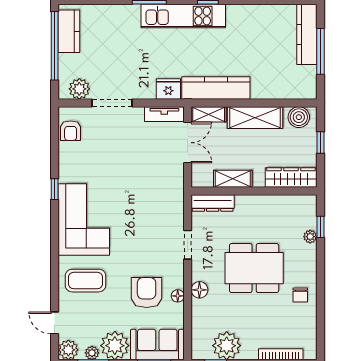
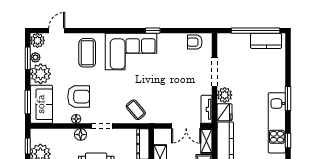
plant: (79, 89) -> (225, 95), moved
coffee table: (165, 213) -> (136, 110), added
doorway: (188, 245) -> (102, 126), moved

